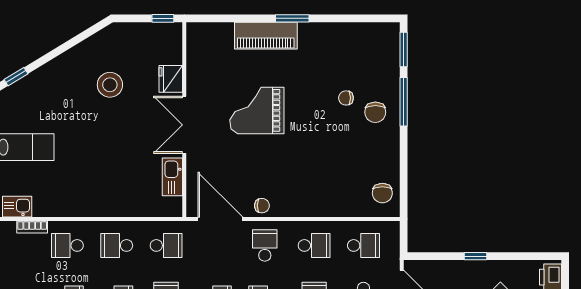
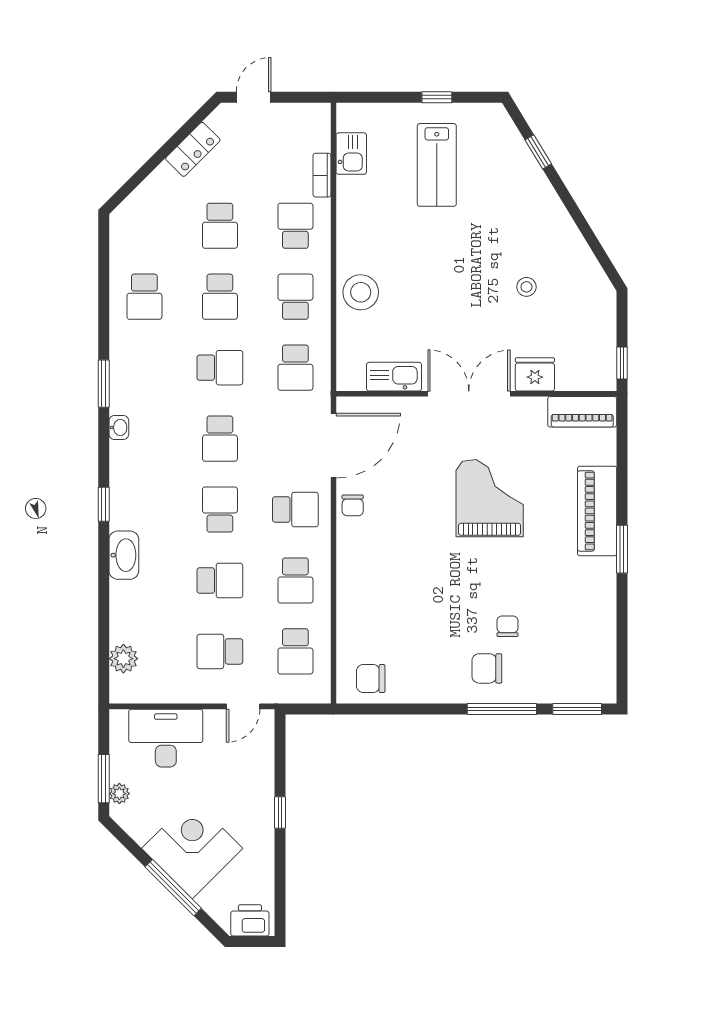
piano: (197, 46) -> (582, 412), added
stool: (110, 85) -> (526, 287), width x0.53, depth x0.53
stool: (114, 200) -> (361, 292), added

